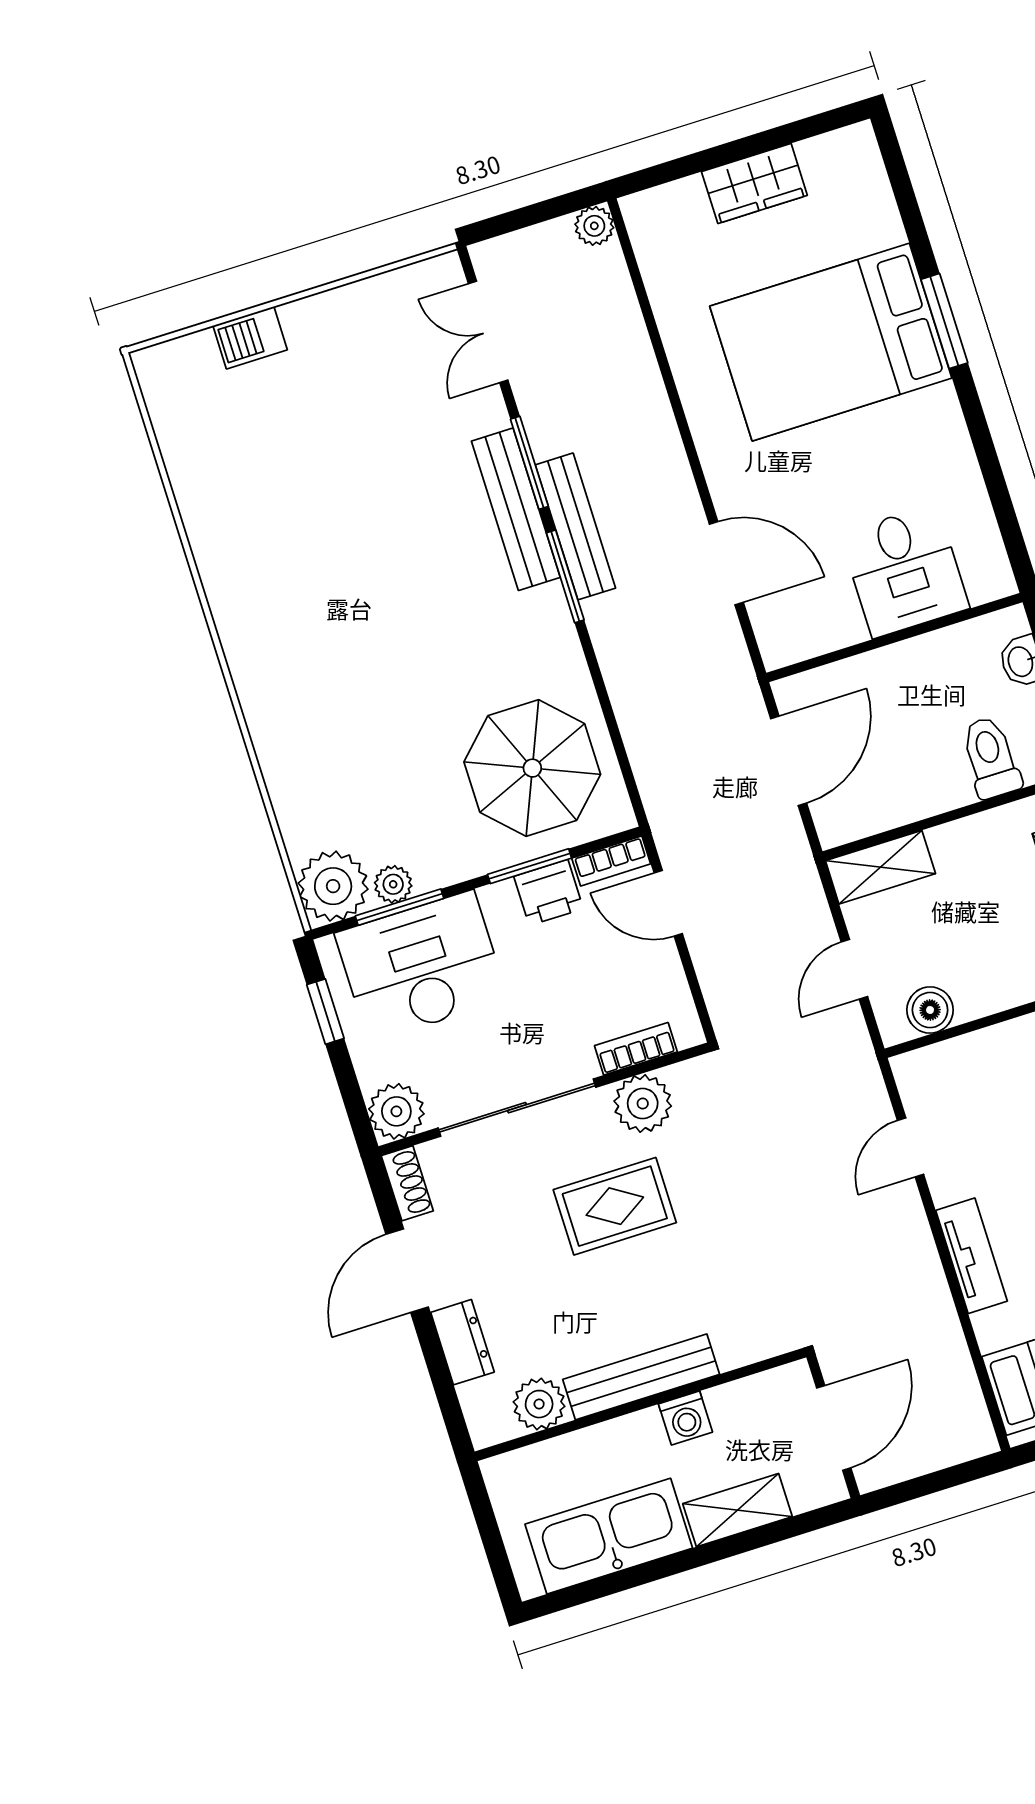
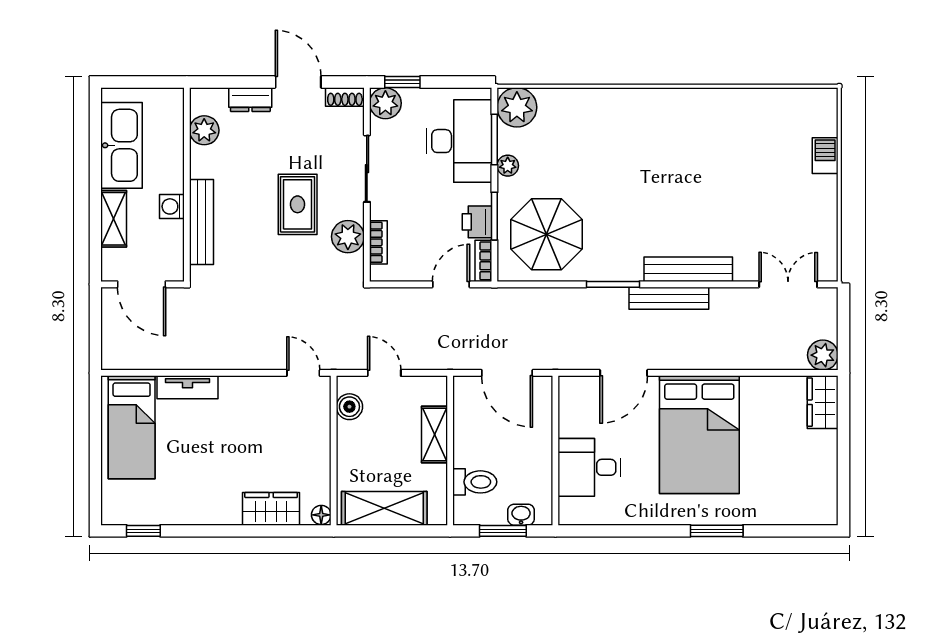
wardrobe: (754, 183) -> (823, 402), moved
plant: (594, 226) -> (823, 355), width x1.38, depth x1.38
bed: (831, 342) -> (699, 435), moved, turned 180
window: (529, 463) -> (711, 284), removed
window: (565, 576) -> (613, 284), moved
shelving: (880, 867) -> (434, 435), moved
plant: (393, 884) -> (508, 166), moved
window: (325, 1012) -> (402, 82), moved
sliding door: (517, 1108) -> (367, 169), width x0.73
door: (910, 1147) -> (303, 373), moved
tv unit: (971, 1256) -> (187, 387), moved
bench: (641, 1377) -> (202, 222), moved

